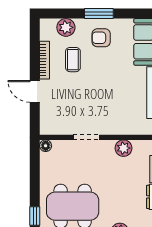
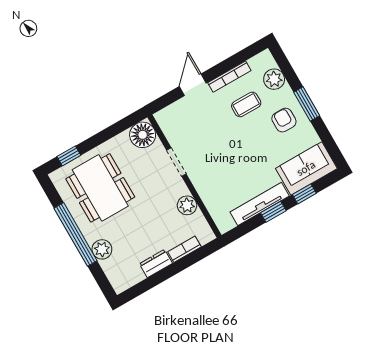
floor lamp: (46, 146) -> (143, 135), width x1.89, depth x1.89

